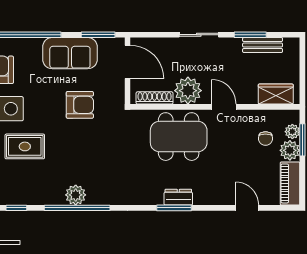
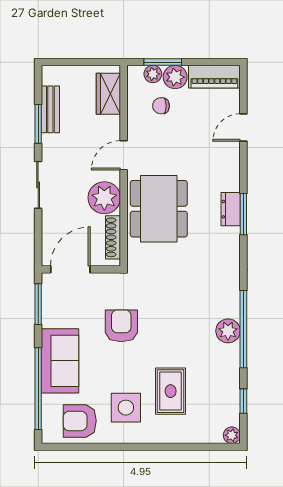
sofa: (70, 53) -> (60, 361), moved
chair: (266, 138) -> (161, 106), turned 180

